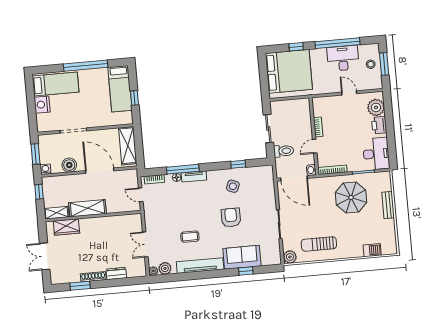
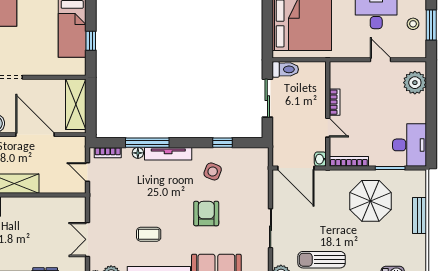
printer: (379, 125) -> (417, 107), removed
door: (315, 146) -> (328, 128), swing flipped
toilet: (284, 151) -> (285, 69), moved
tv unit: (194, 176) -> (168, 154), width x1.41

